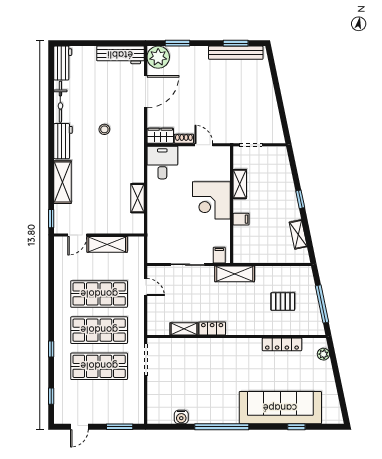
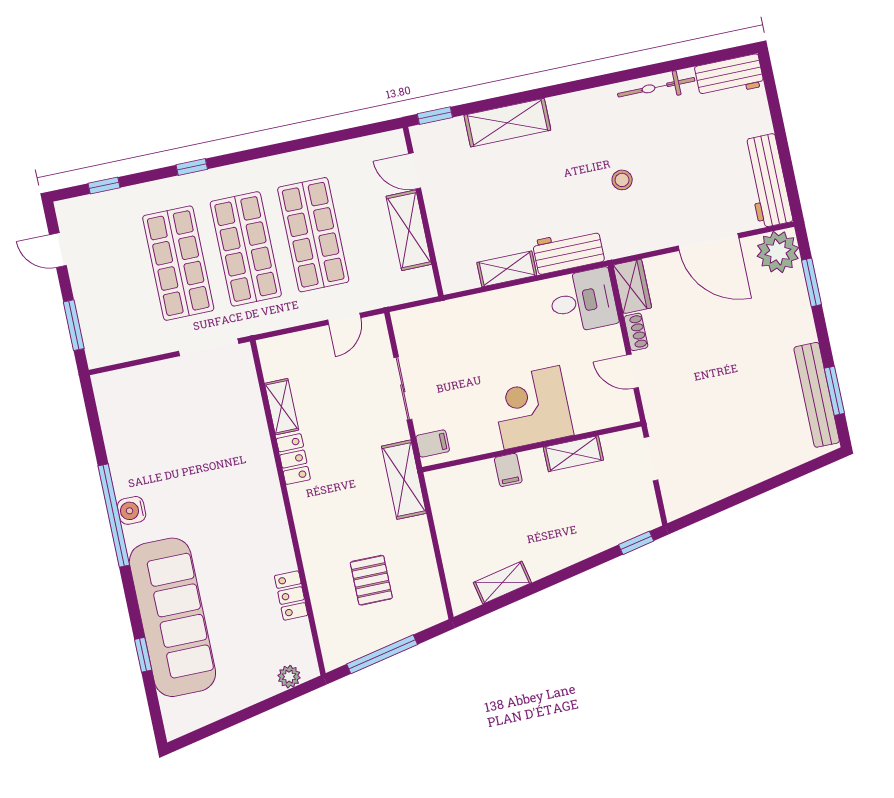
workbench: (63, 141) -> (568, 251), moved, turned 180
door: (204, 145) -> (633, 371), swing flipped
window: (300, 199) -> (636, 543), moved
locker: (282, 344) -> (291, 596), width x0.66
water cooler: (181, 417) -> (132, 510), moved

